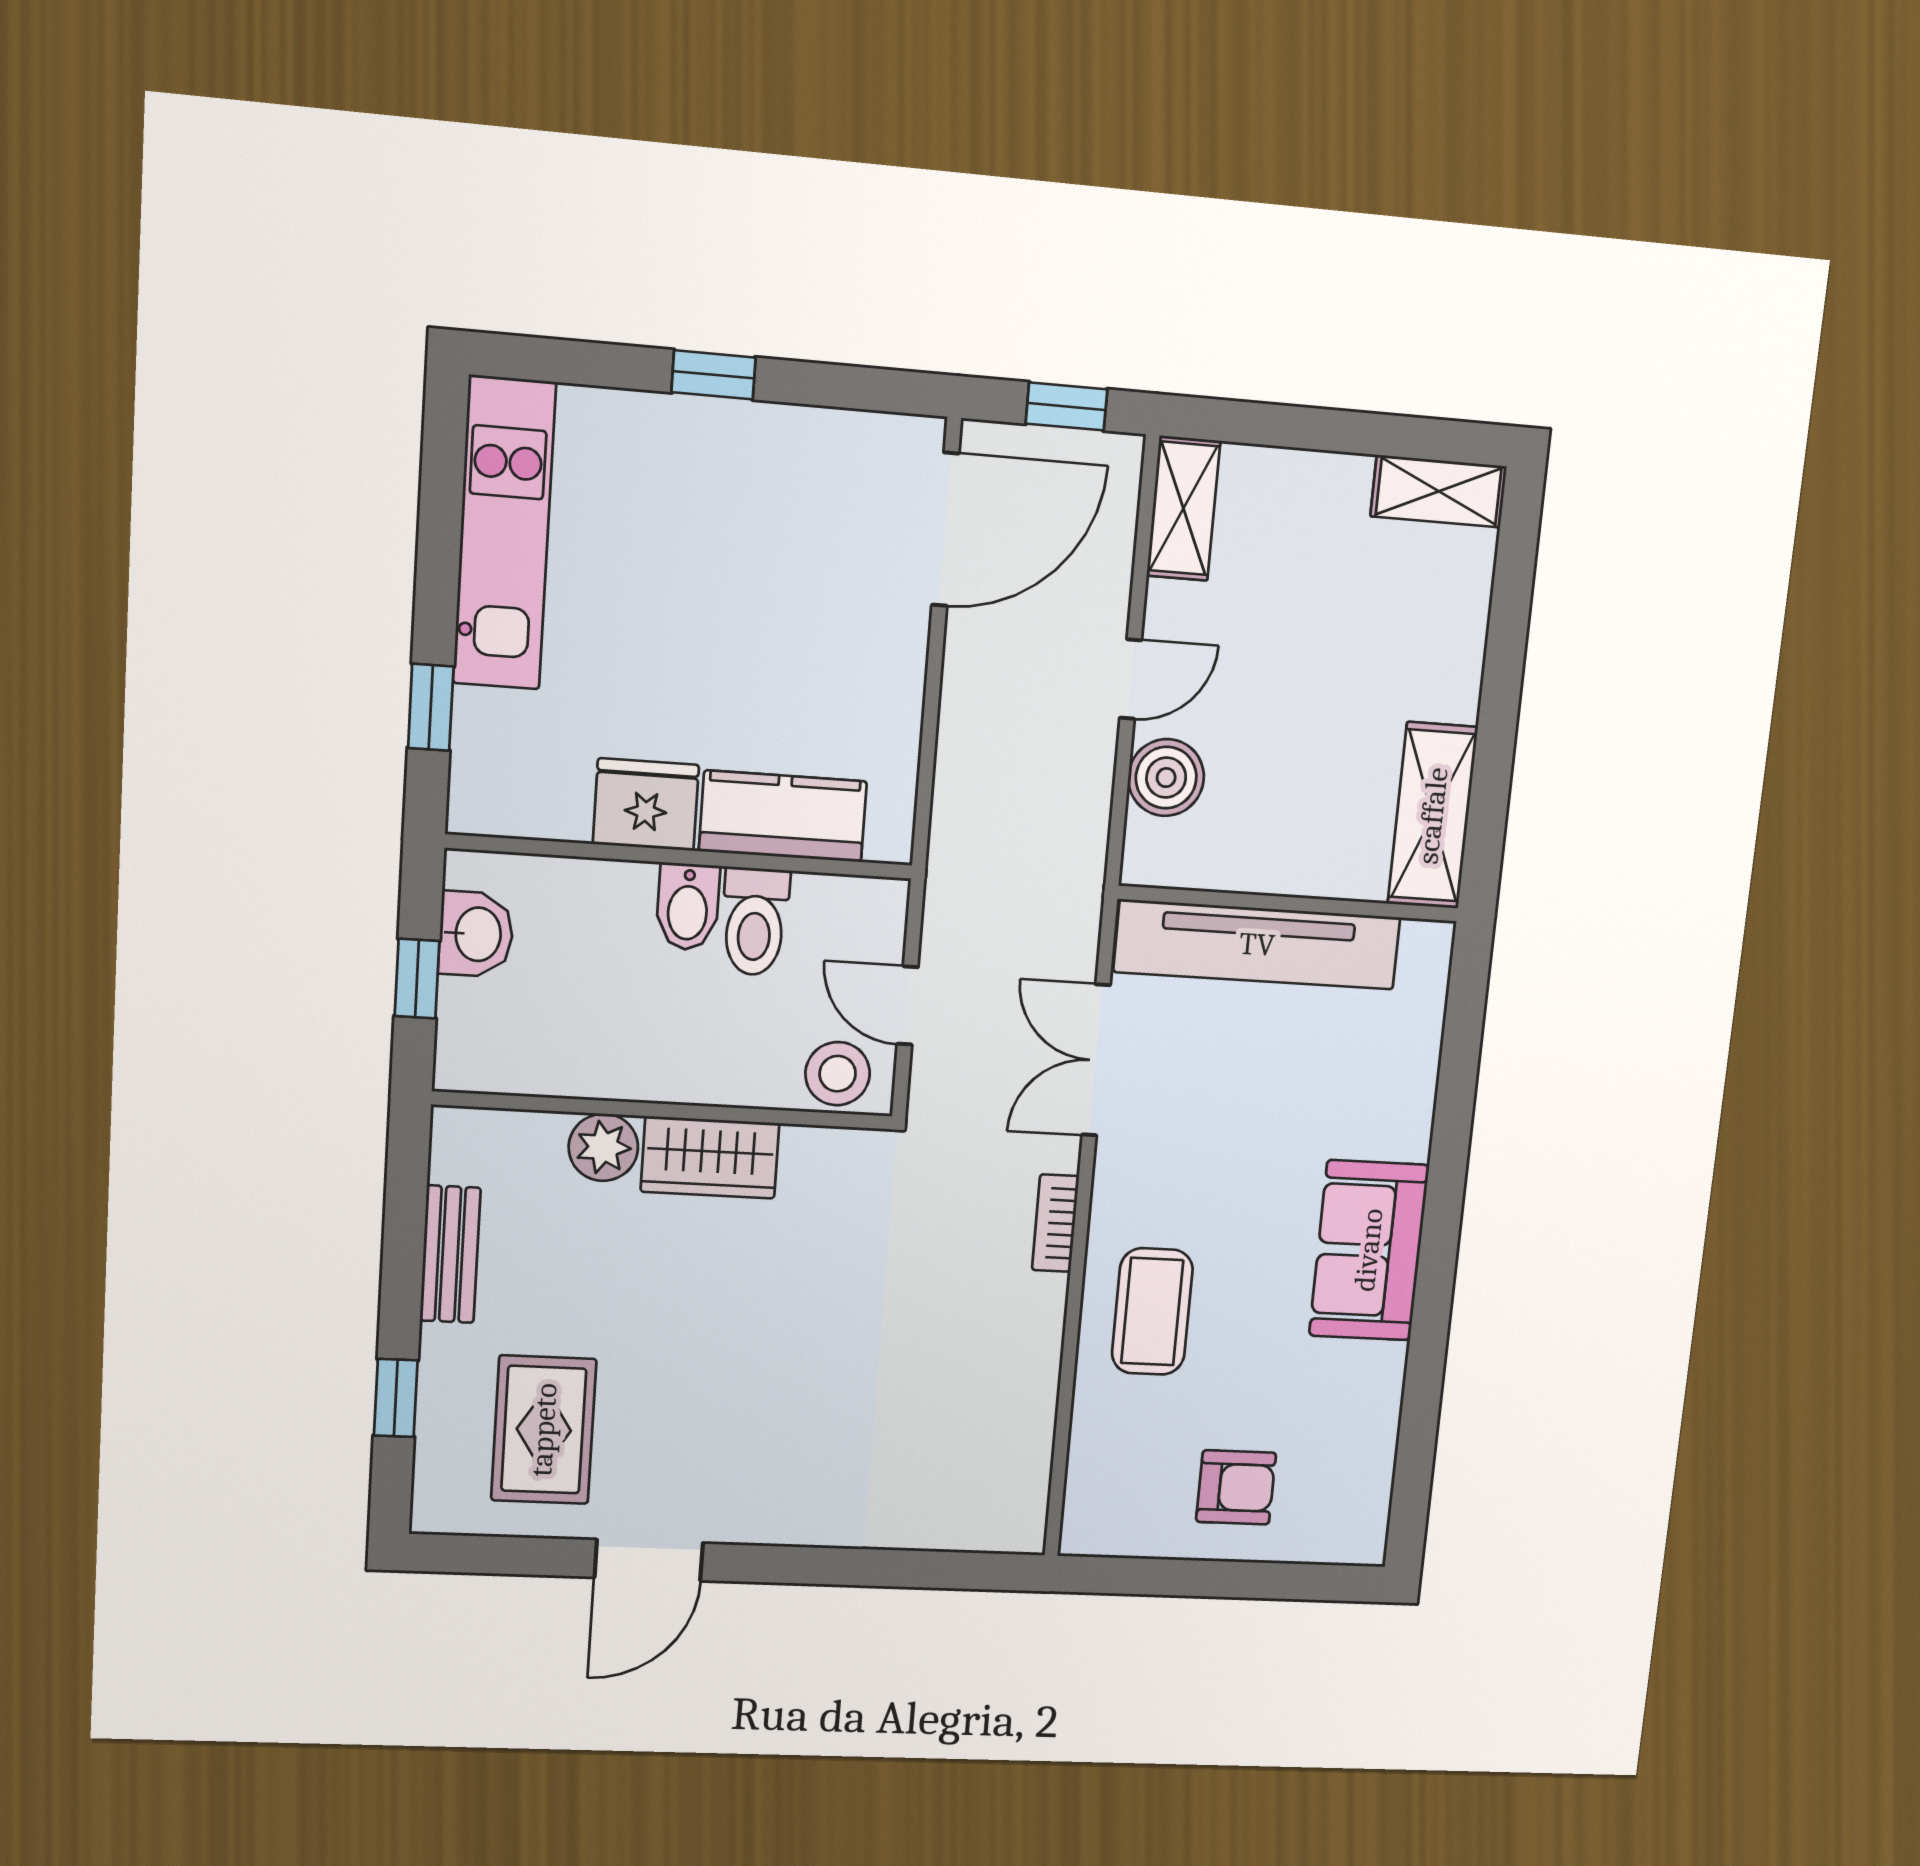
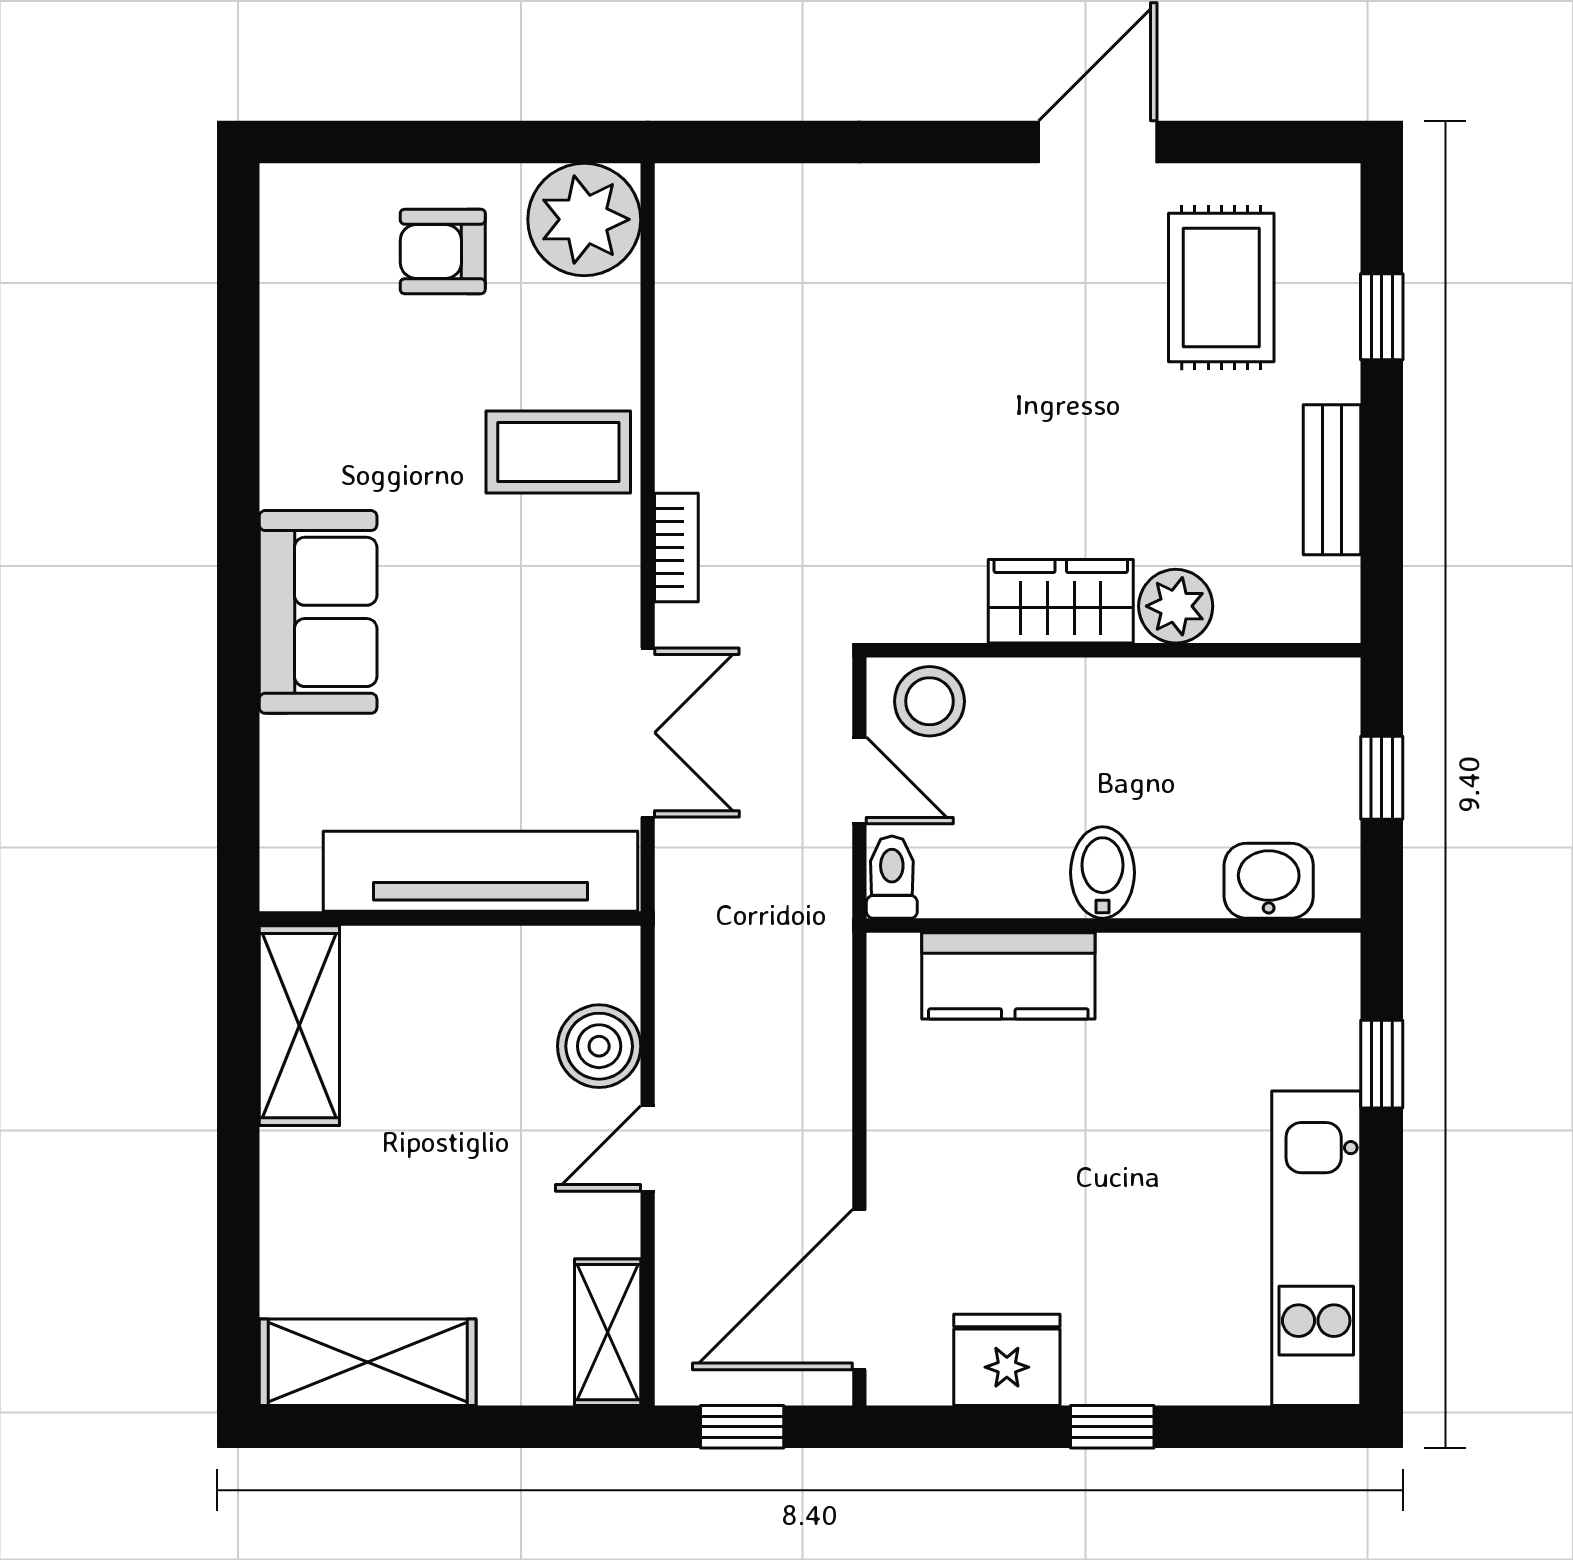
shelving: (1439, 491) -> (368, 1362), width x1.50, depth x1.33
fridge: (646, 805) -> (1007, 1360), moved, turned 180
toilet: (755, 922) -> (892, 877), moved, width x0.73, depth x0.72
washbasin: (476, 934) -> (1269, 881), moved, turned 90
sofa: (1369, 1250) -> (318, 612), moved
coffee table: (1152, 1312) -> (558, 452), turned 90
plant: (1111, 1510) -> (584, 219), added

